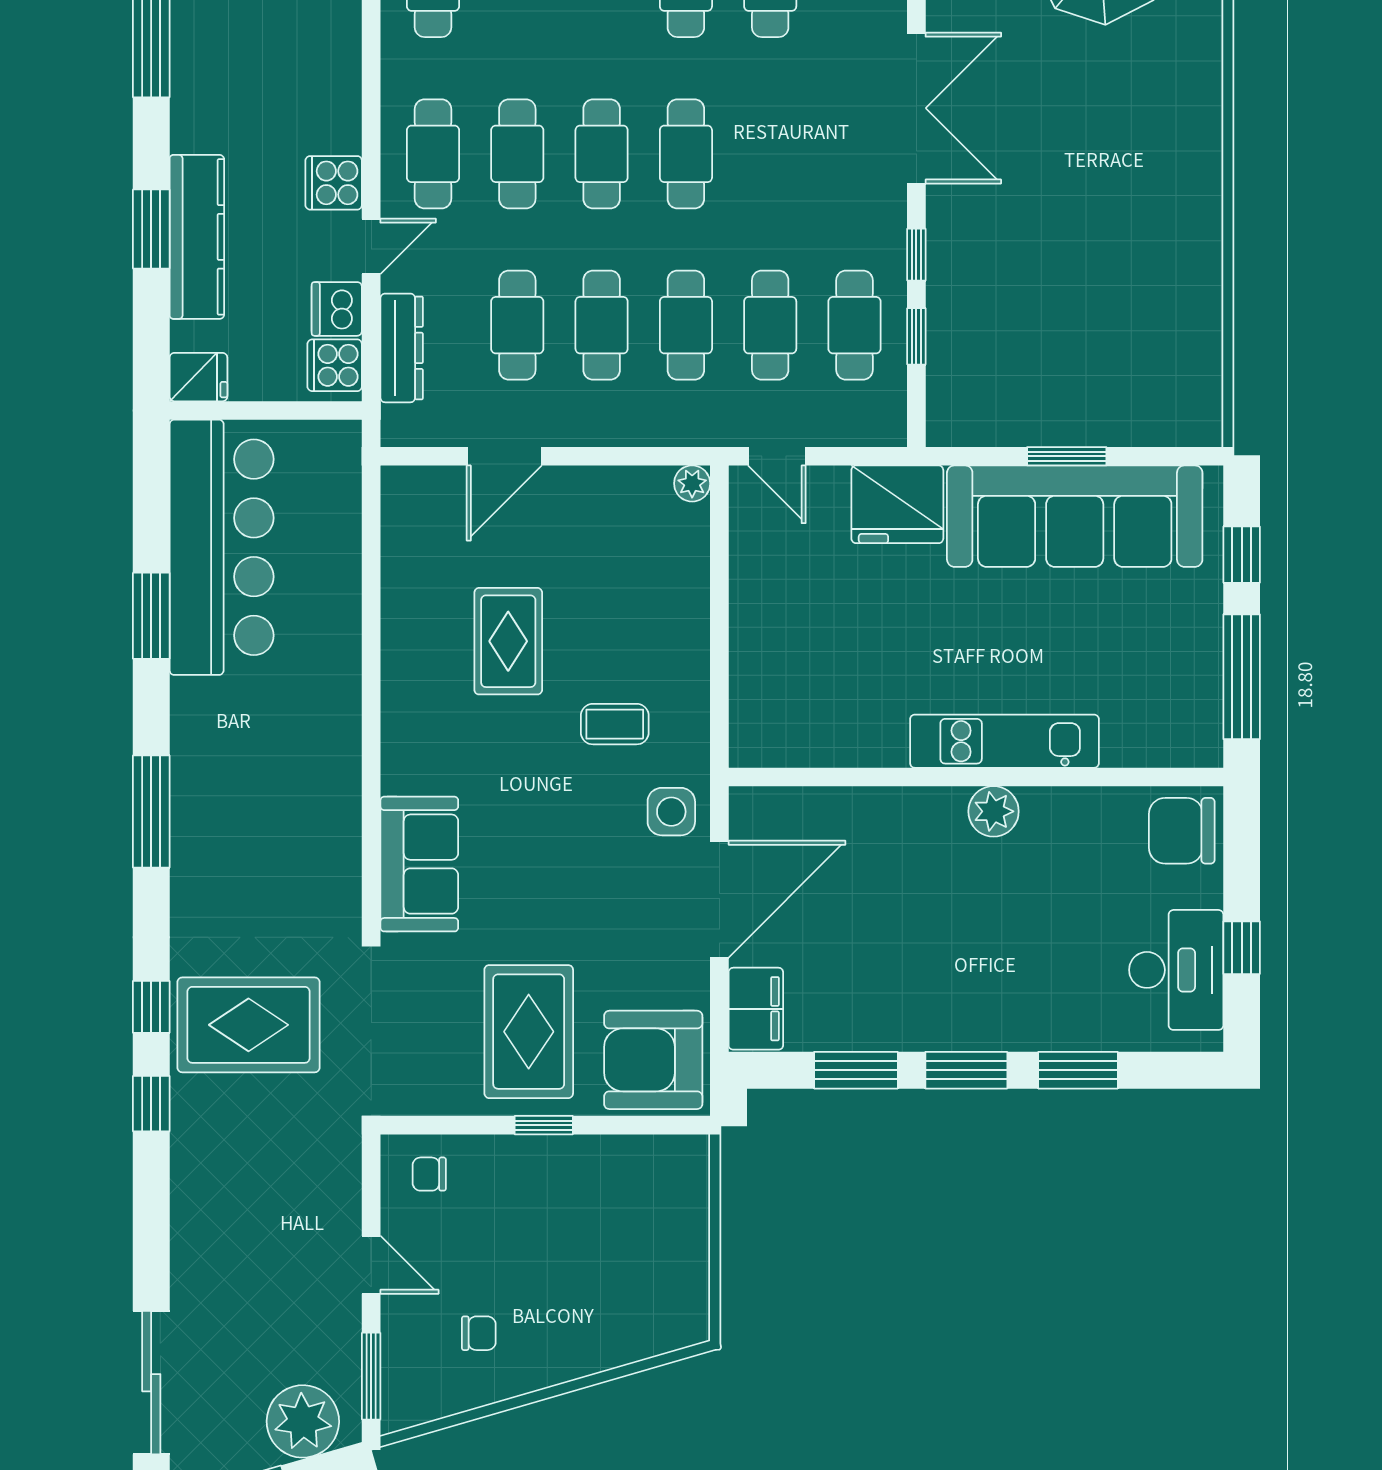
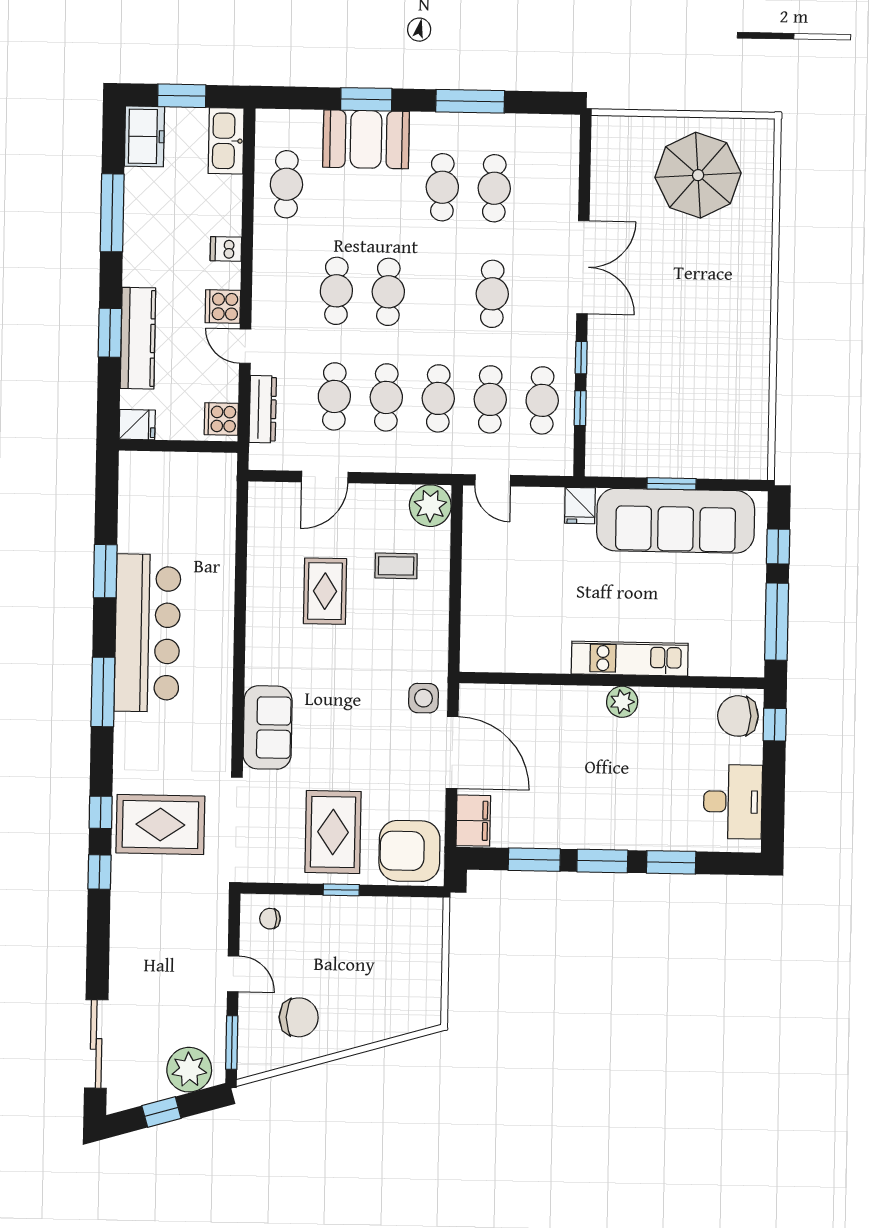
cafe table: (433, 154) -> (284, 290), removed
cafe table: (686, 154) -> (492, 294), moved
door: (371, 246) -> (245, 346), swing flipped
dishwasher: (337, 309) -> (226, 249), moved, width x0.73
plant: (692, 483) -> (430, 506), width x1.87, depth x1.87
fridge: (897, 504) -> (580, 506), width x0.53, depth x0.75
bar counter: (222, 547) -> (147, 633), moved
coffee table: (615, 724) -> (396, 566), moved
door: (719, 899) -> (452, 753), hinge flipped
window: (1242, 948) -> (775, 725), moved
chair: (479, 1333) -> (299, 1017), width x1.87, depth x1.87

